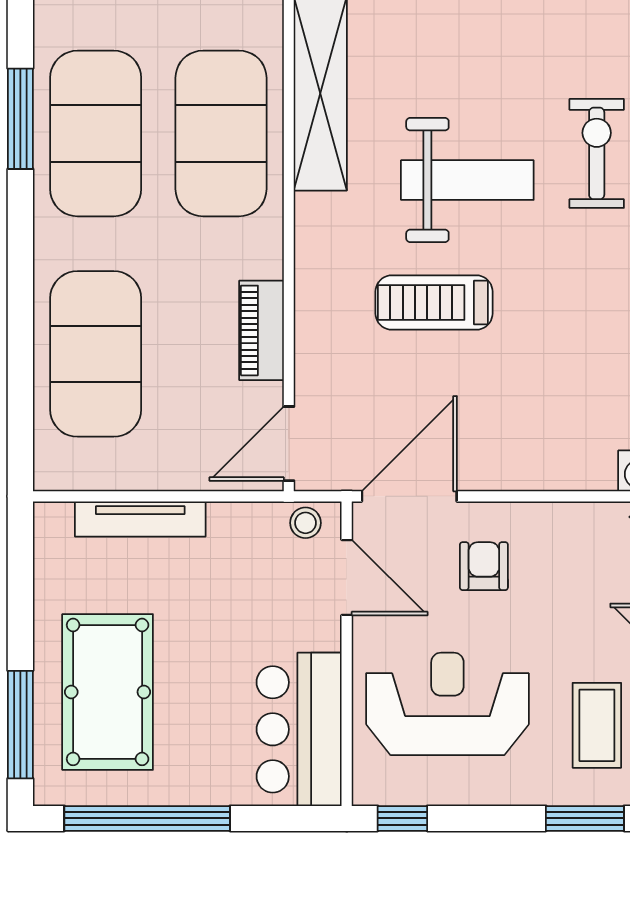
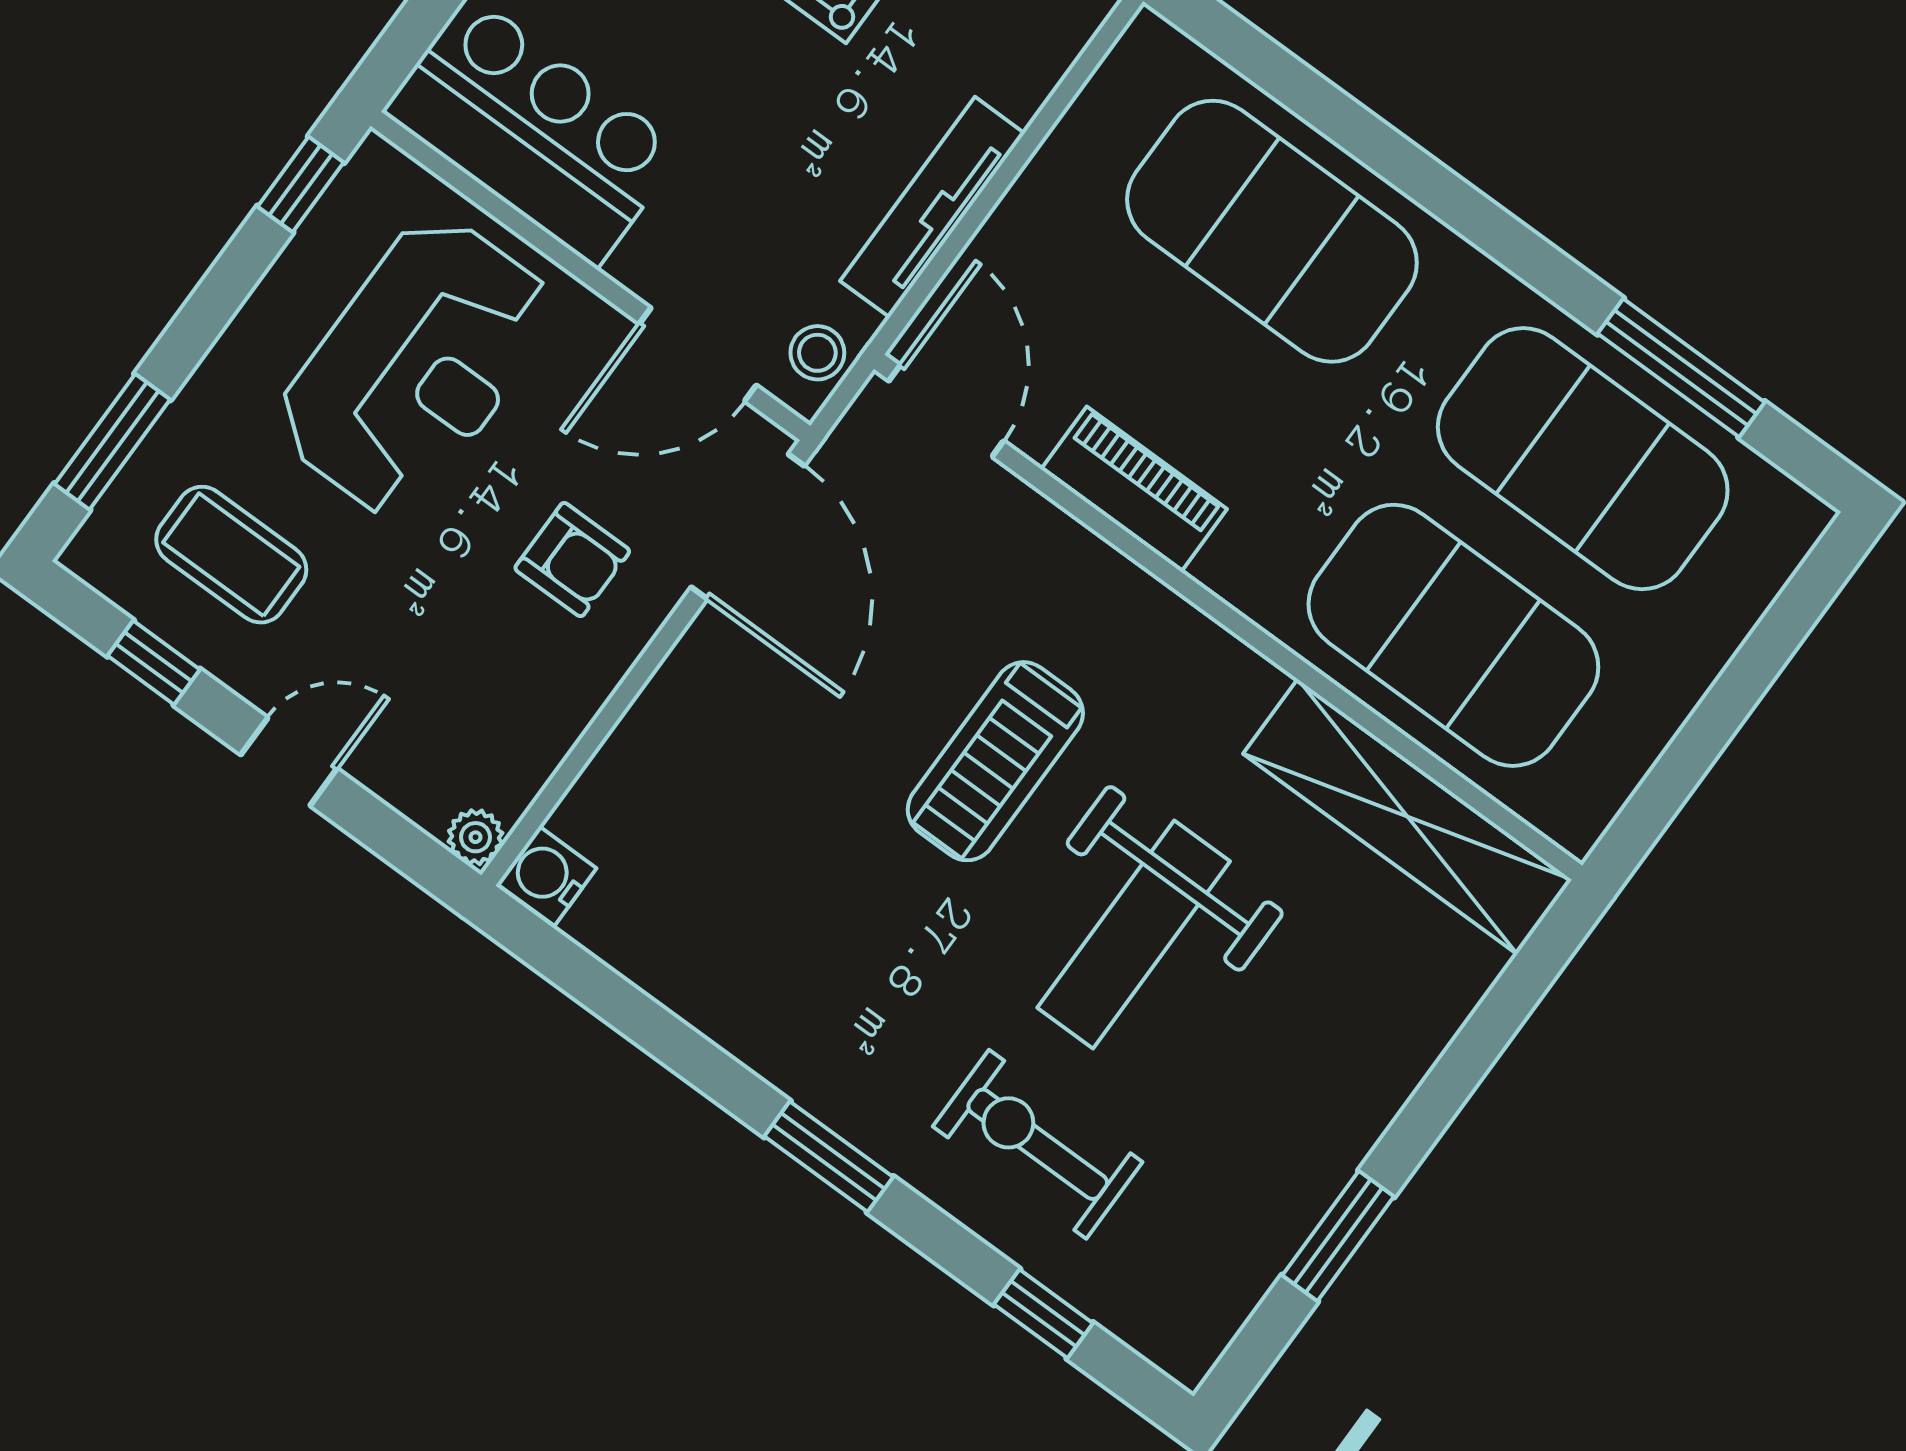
exercise bike: (597, 153) -> (1038, 1144), turned 180
treadmill: (434, 303) -> (995, 761), turned 180
tv unit: (140, 519) -> (932, 207), moved

